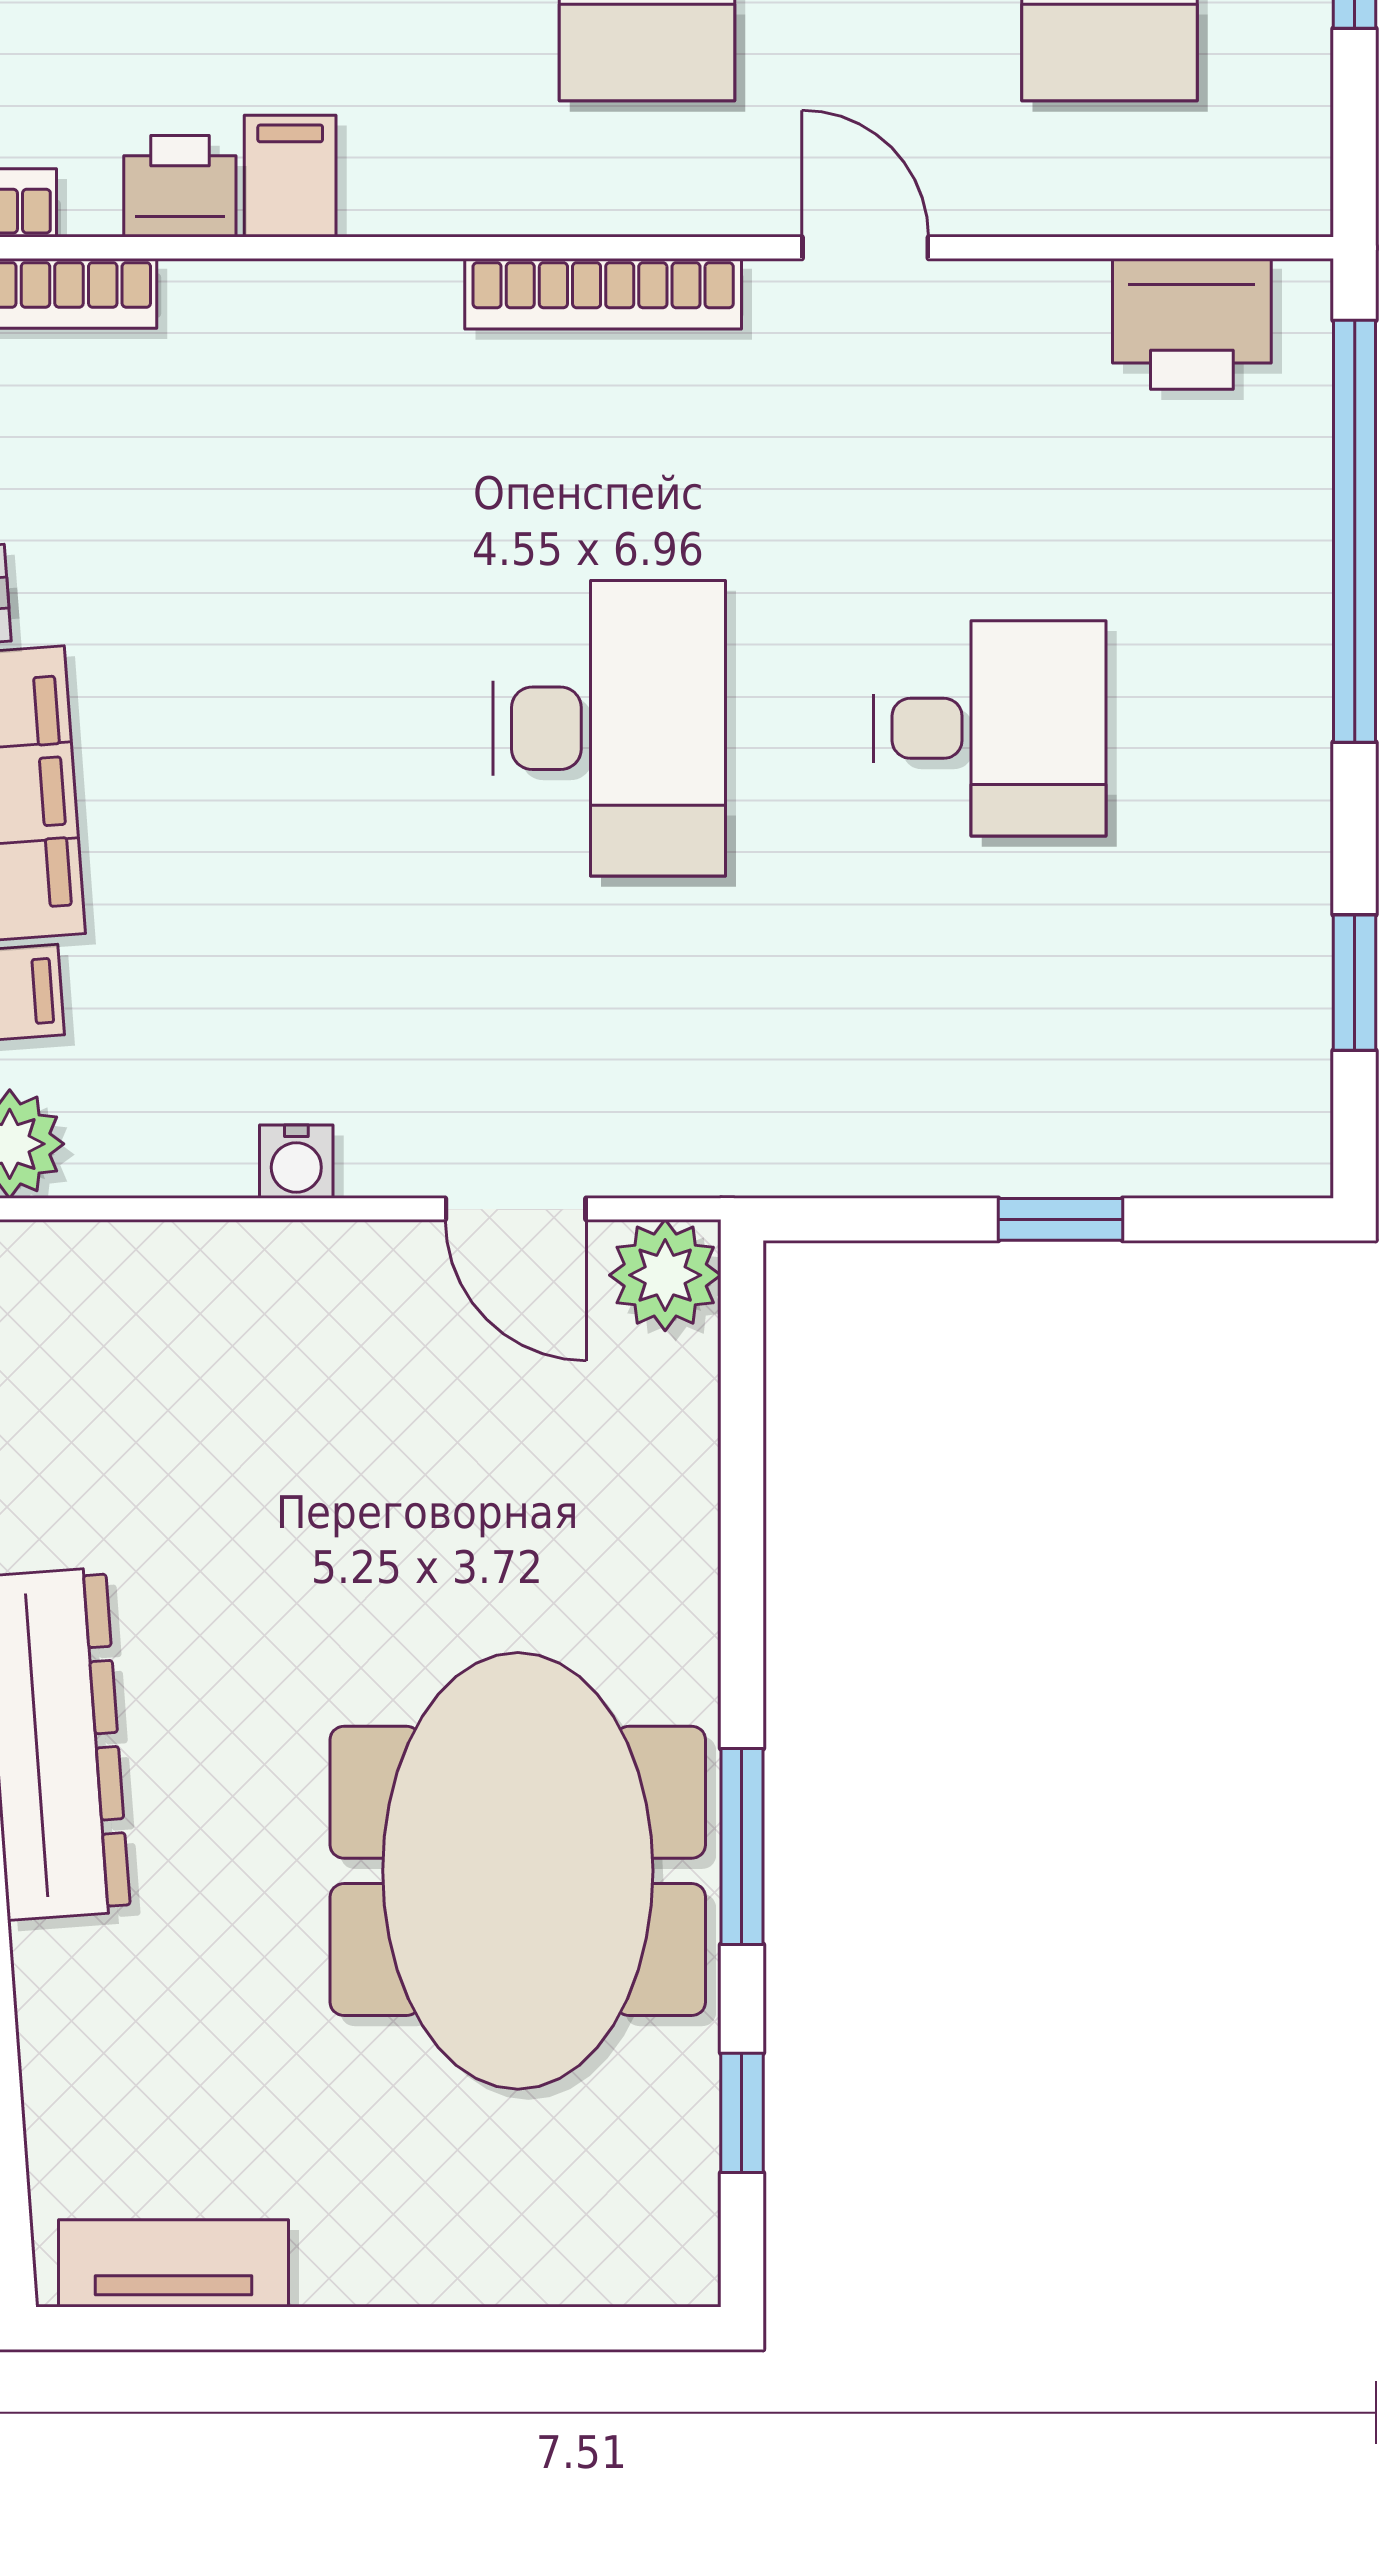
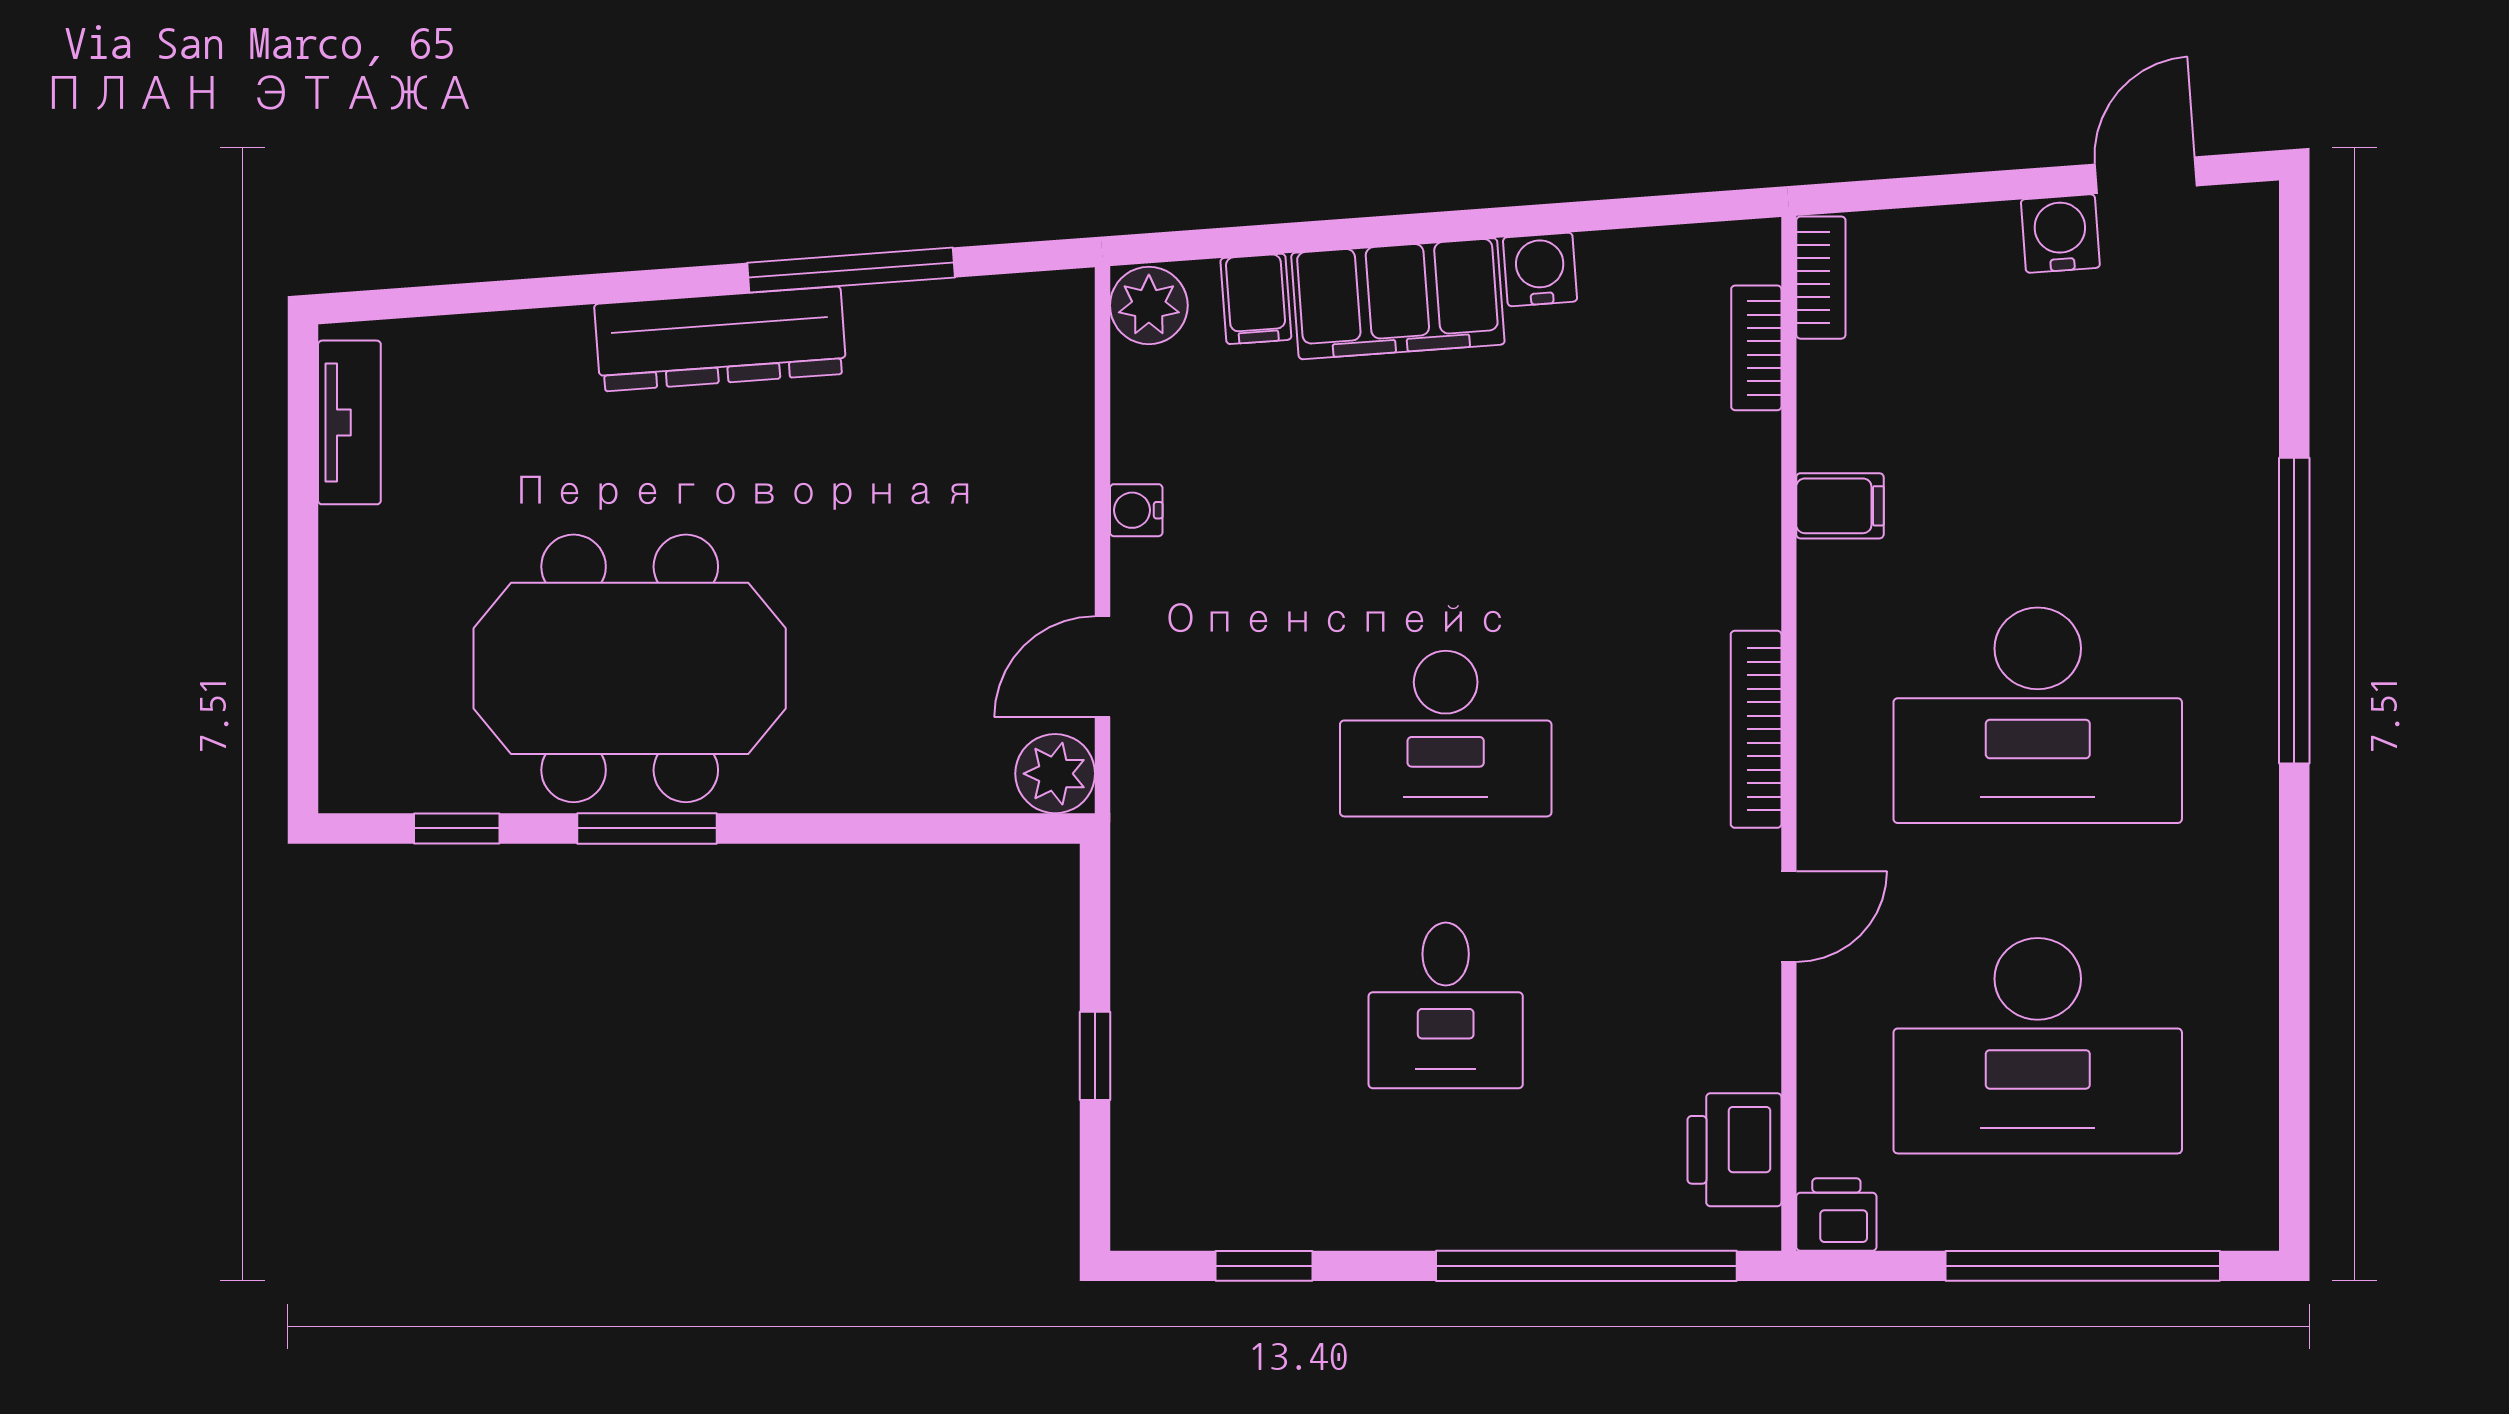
printer: (180, 186) -> (1836, 1214), moved, turned -90

